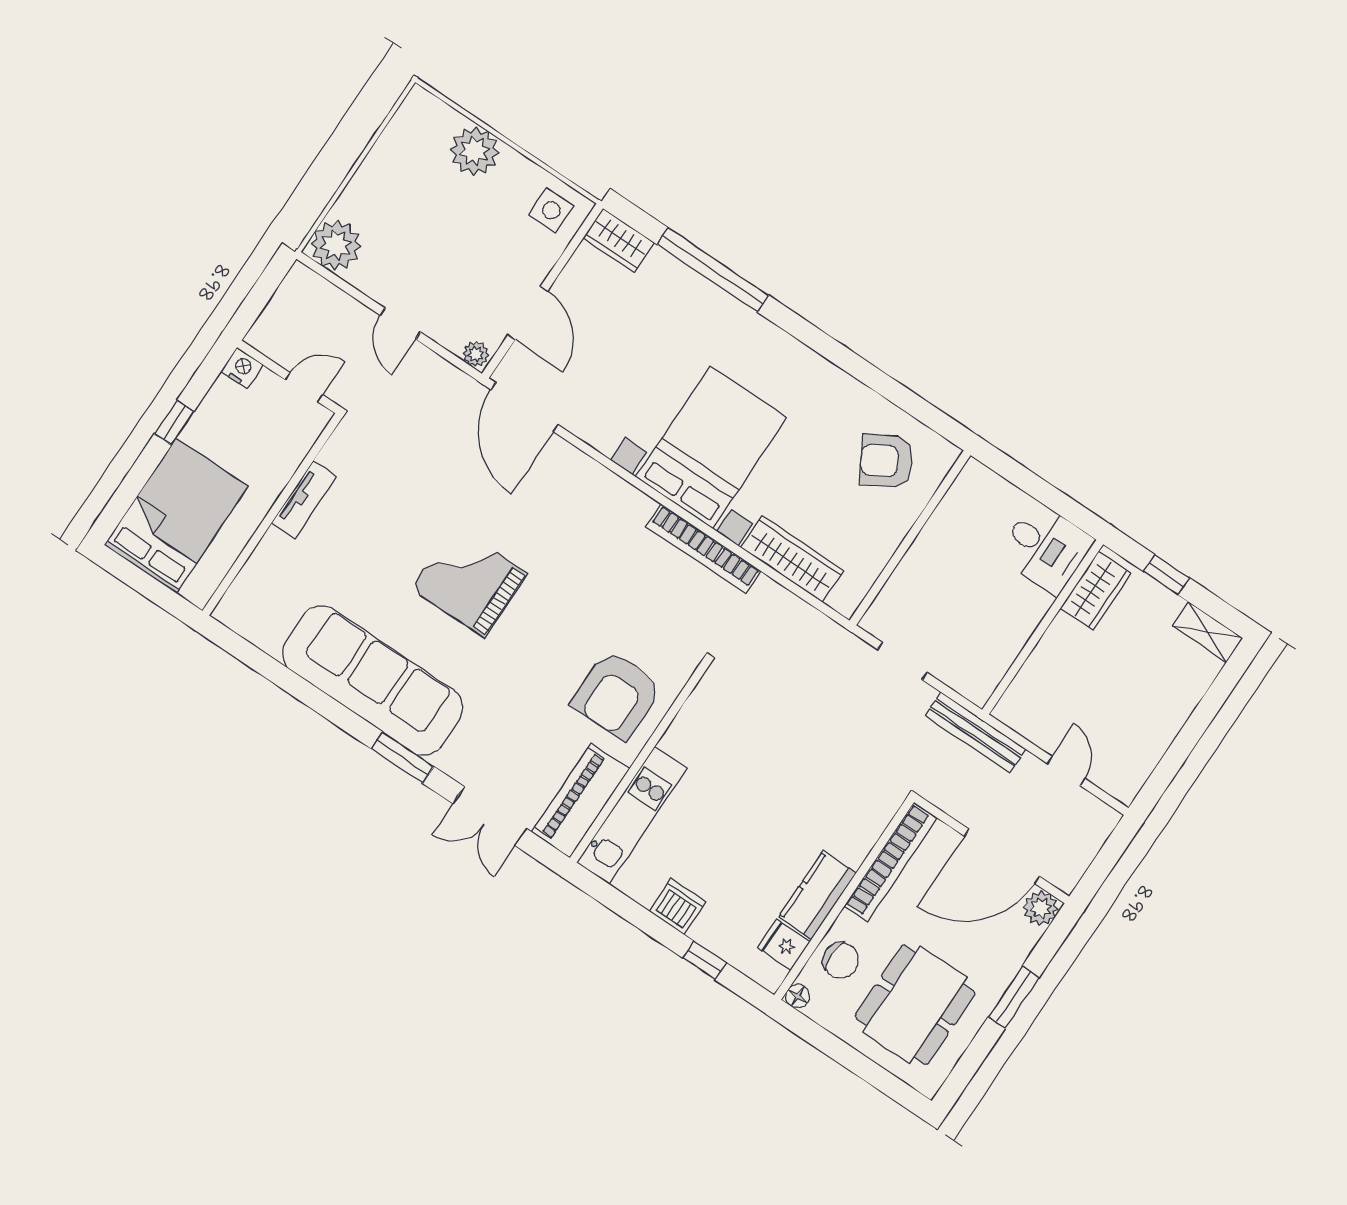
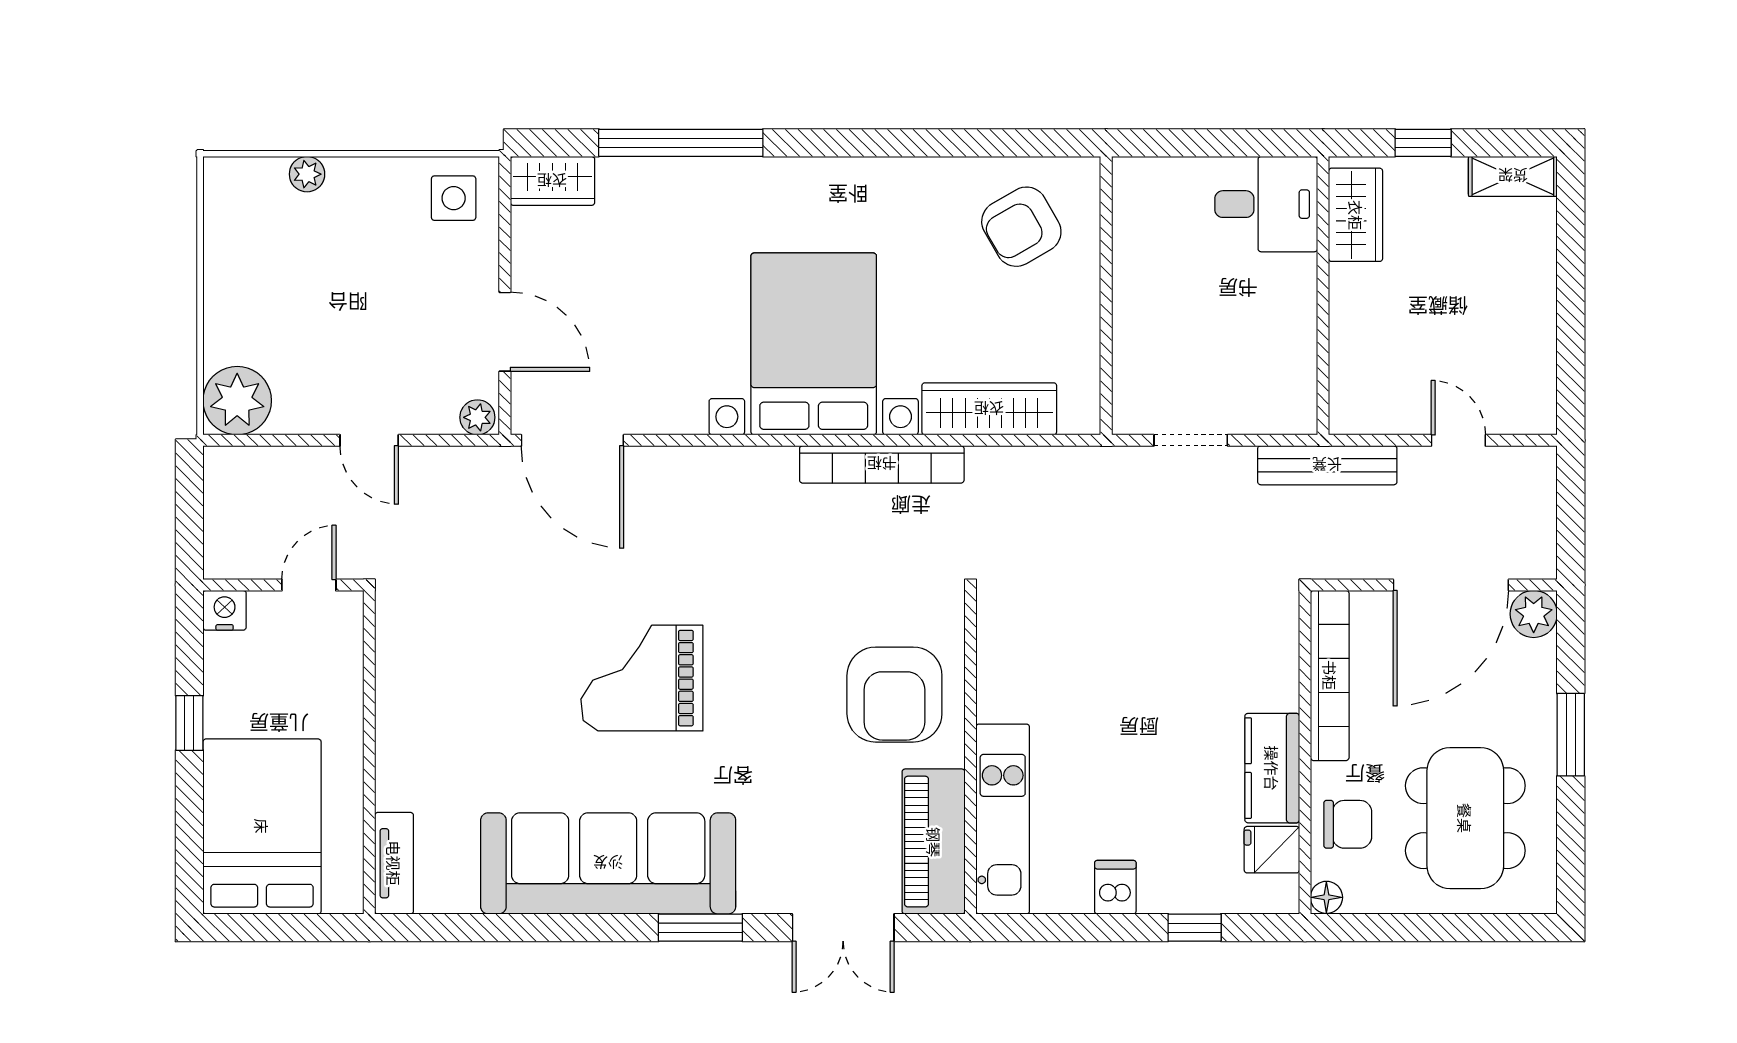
plant: (475, 151) -> (307, 174), width x0.53, depth x0.53
tv unit: (304, 500) -> (394, 863), moved
dishwasher: (678, 907) -> (1115, 887), width x0.73

